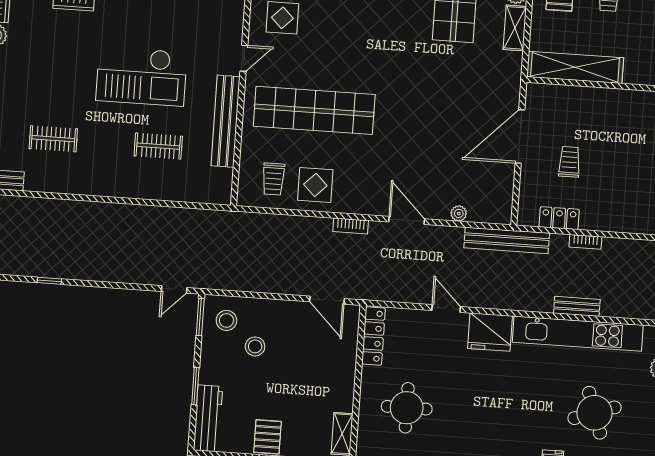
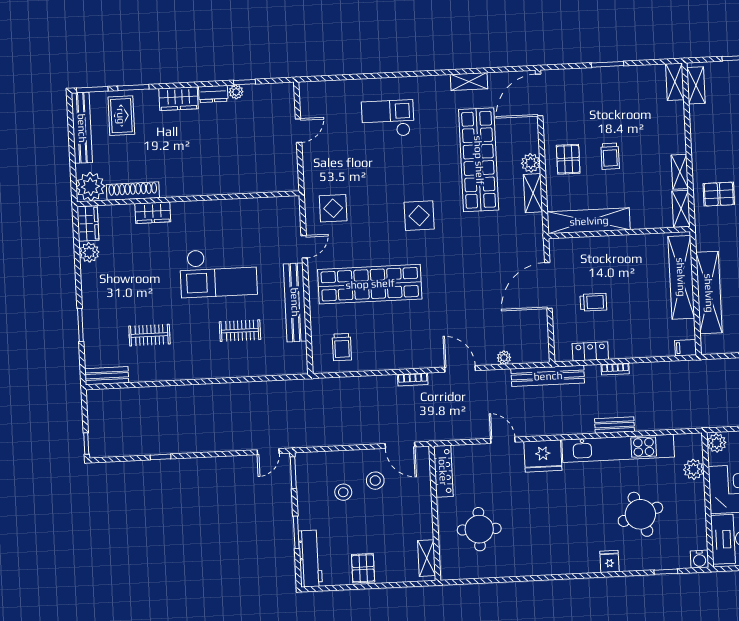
trolley: (569, 162) -> (593, 302), turned 90
display table: (315, 185) -> (419, 216), moved
stool: (226, 320) -> (375, 481), moved

